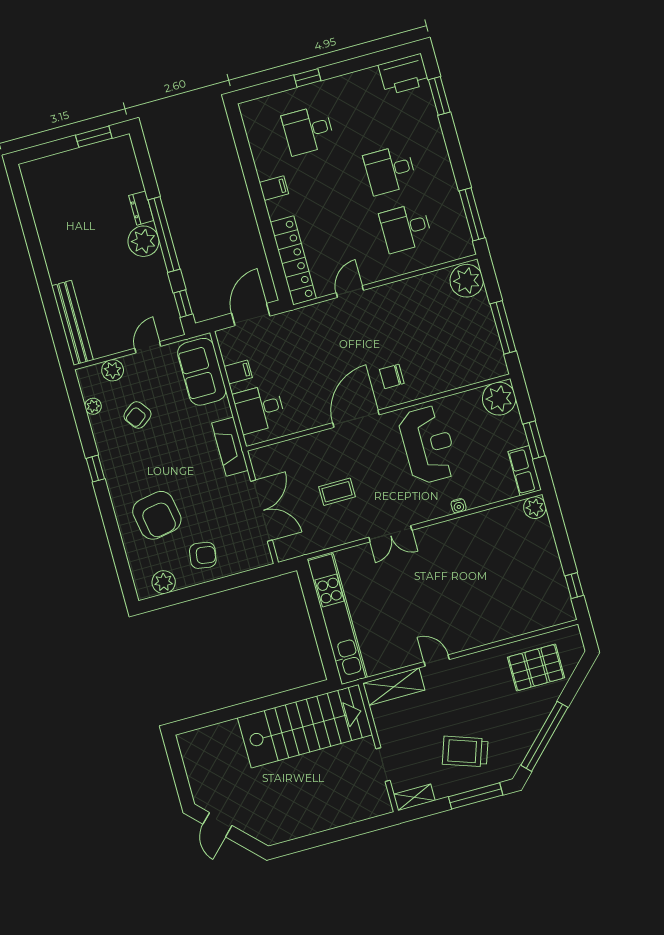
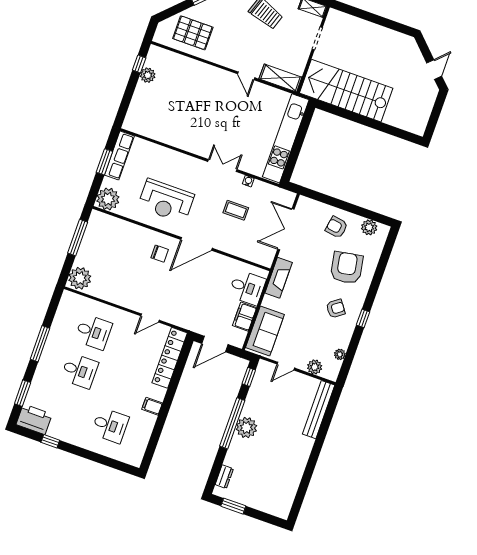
window: (307, 78) -> (50, 441), moved
dresser: (141, 208) -> (224, 477), moved
window: (472, 214) -> (40, 344), moved
filing cabinet: (238, 372) -> (244, 317), width x2.00
armchair: (137, 415) -> (336, 309), moved
reception desk: (428, 445) -> (166, 201), turned -90
row of seats: (525, 471) -> (119, 155), width x1.48
water cooler: (459, 506) -> (248, 181), moved
plant: (535, 508) -> (148, 75), moved

